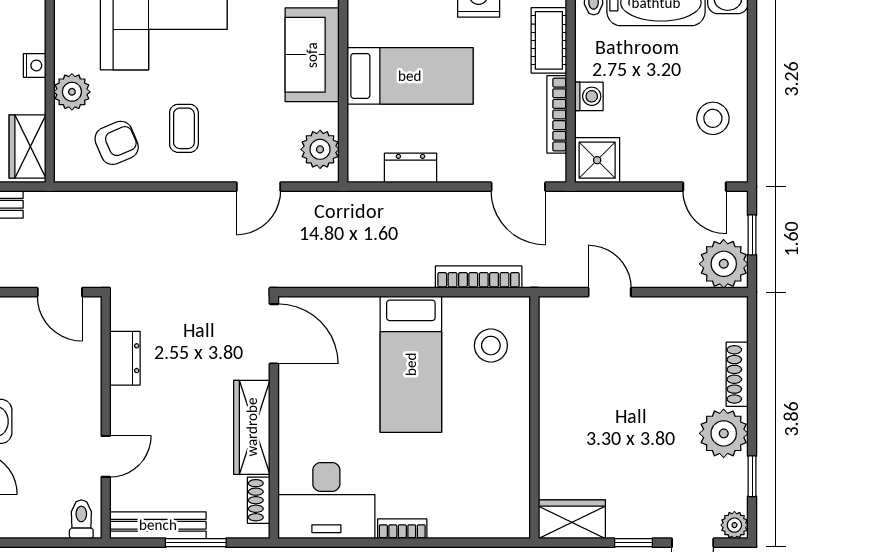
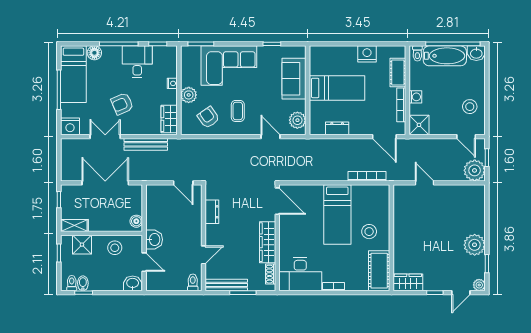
armchair: (117, 143) -> (208, 117), turned -102
door: (259, 187) -> (270, 137), swing flipped
stool: (491, 346) -> (369, 232), moved
shoe rack: (737, 374) -> (480, 219), removed
cot: (506, 492) -> (379, 271), added

